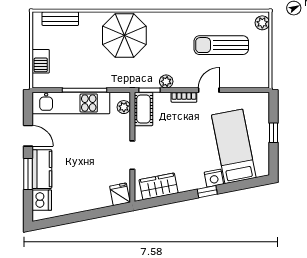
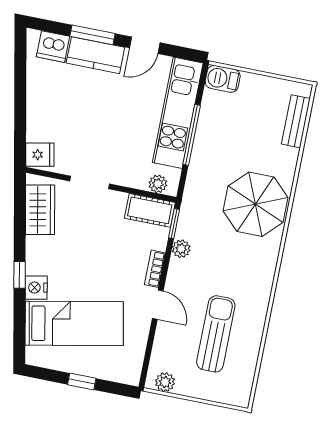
plant: (262, 23) -> (165, 382), moved
barbecue: (41, 61) -> (223, 79), moved

